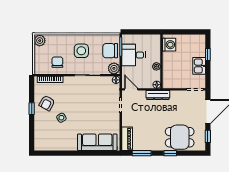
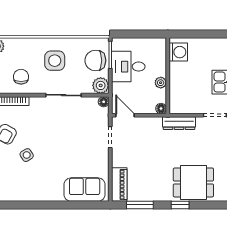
dresser: (158, 95) -> (179, 123), moved
sofa: (97, 142) -> (85, 190), width x0.73

